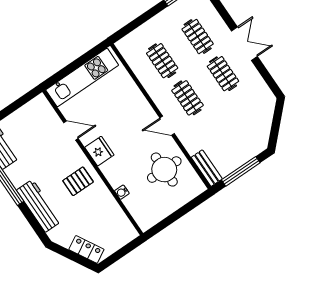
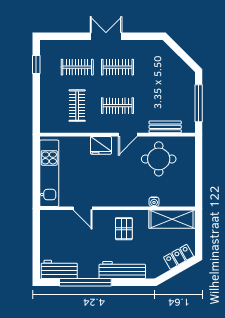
clothes rail: (162, 61) -> (77, 106), turned 90
door: (71, 130) -> (83, 208), swing flipped
fridge: (99, 151) -> (101, 145), moved, turned 180
bench: (207, 168) -> (165, 127), moved
shelving: (117, 220) -> (172, 219), added

